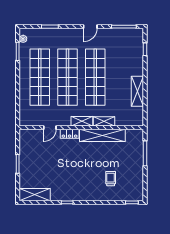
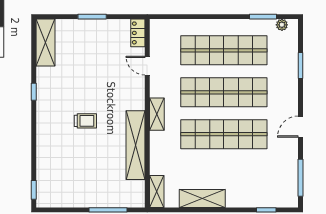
door: (90, 27) -> (301, 127), hinge flipped
shelving: (104, 121) -> (157, 191), moved
locker: (70, 134) -> (138, 33), moved
trolley: (111, 179) -> (85, 121), moved

